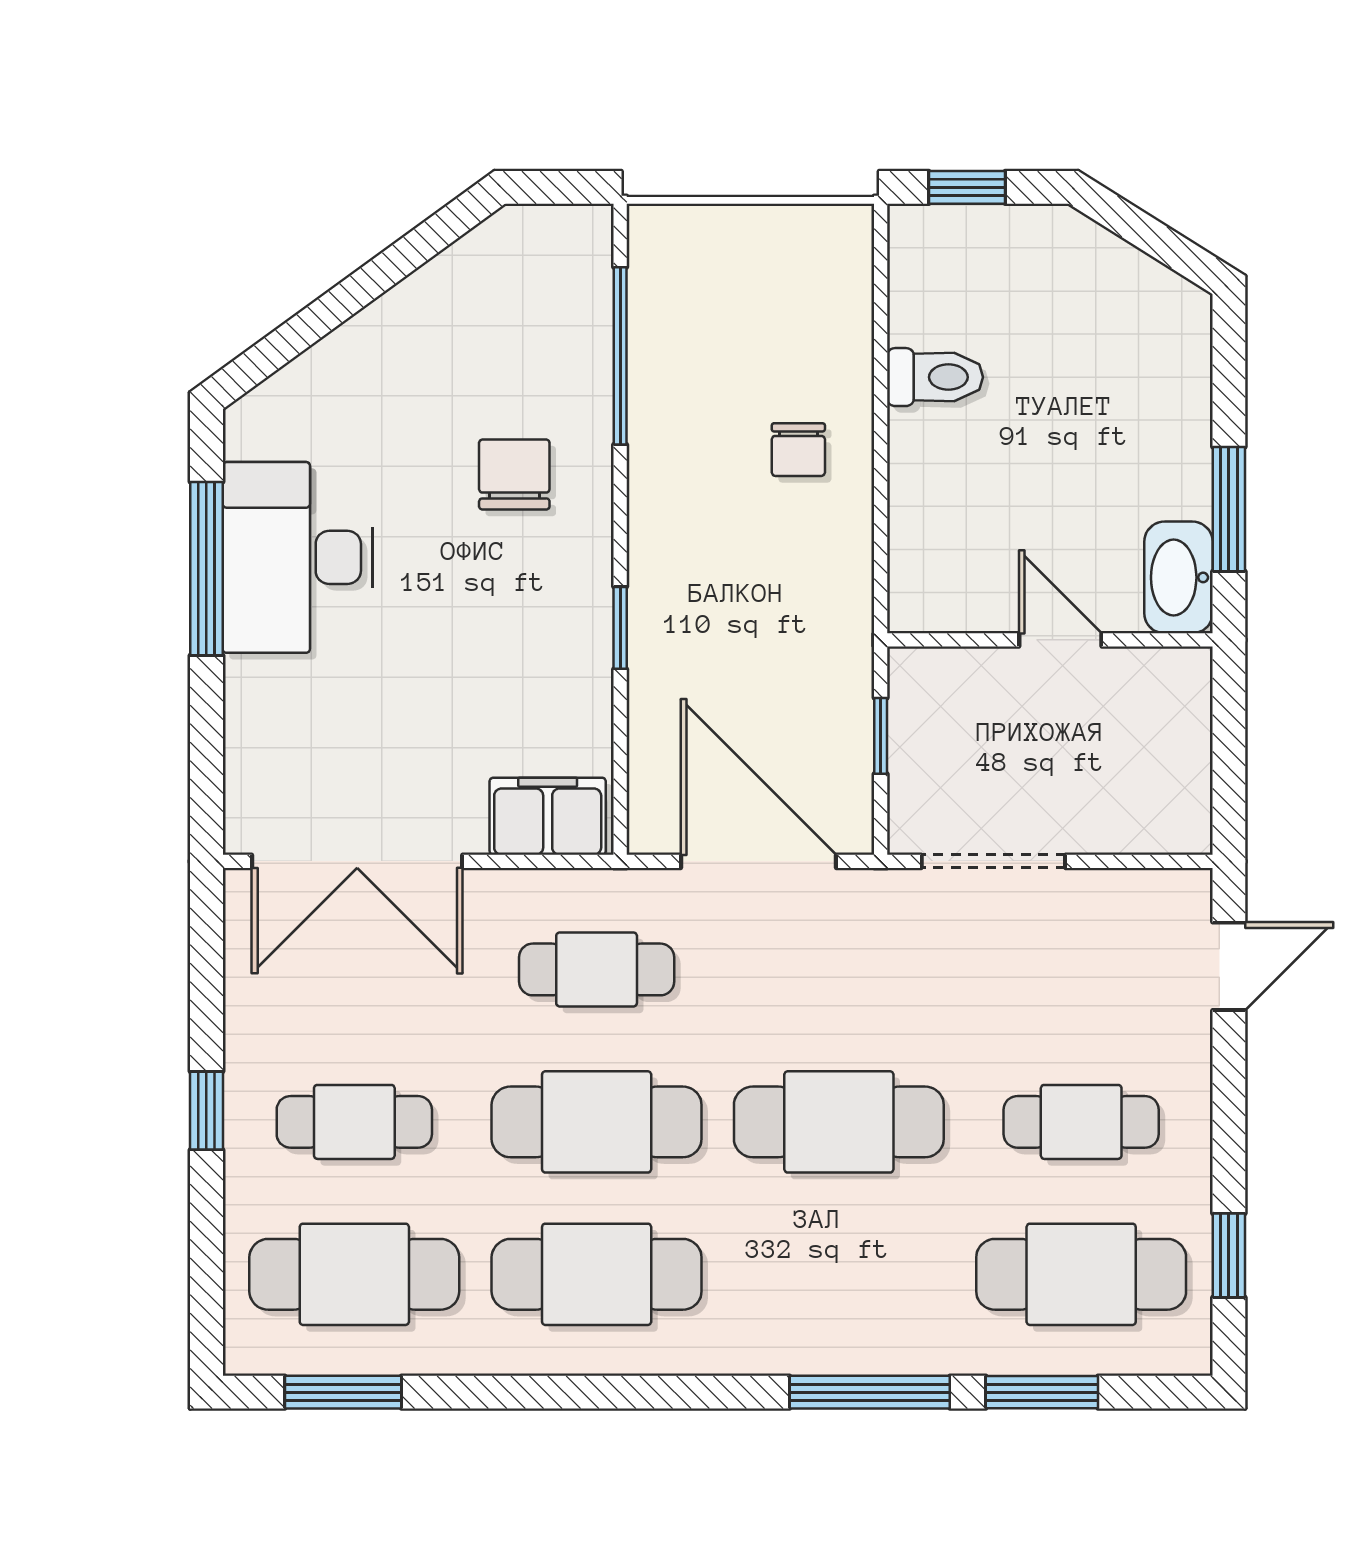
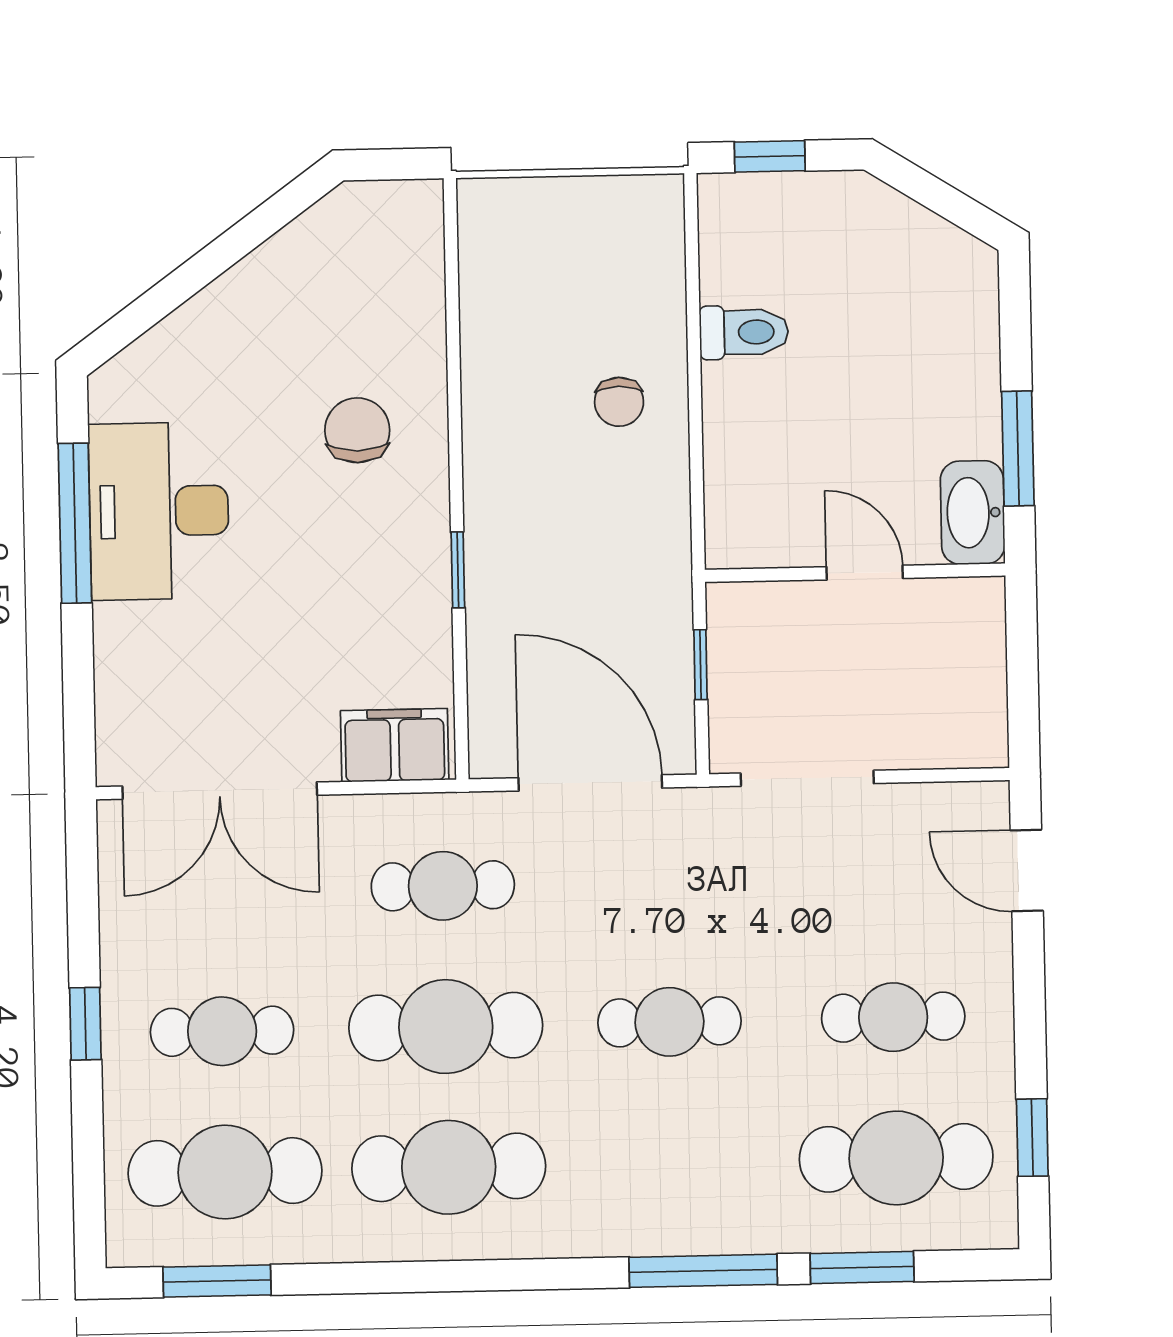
window: (620, 356) -> (453, 319), removed
door: (1229, 966) -> (1027, 871), swing flipped
cafe table: (839, 1122) -> (669, 1022), width x0.73, depth x0.74

